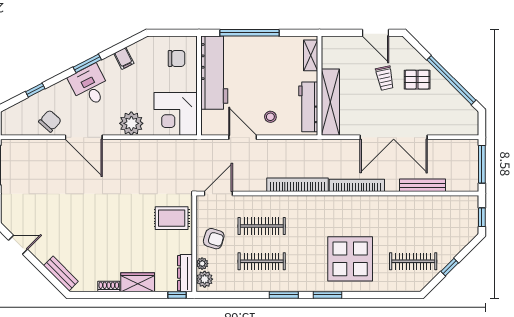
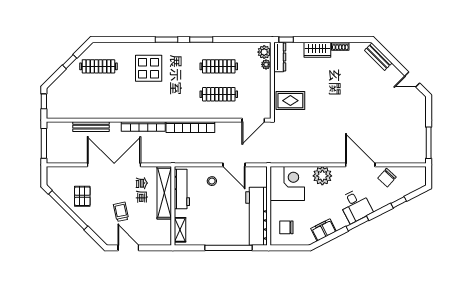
filing cabinet: (124, 58) -> (324, 230), width x2.00
pallet: (417, 80) -> (82, 196), moved, turned 90
armchair: (214, 239) -> (257, 84), removed
display table: (350, 259) -> (149, 68), width x0.73, depth x0.73

